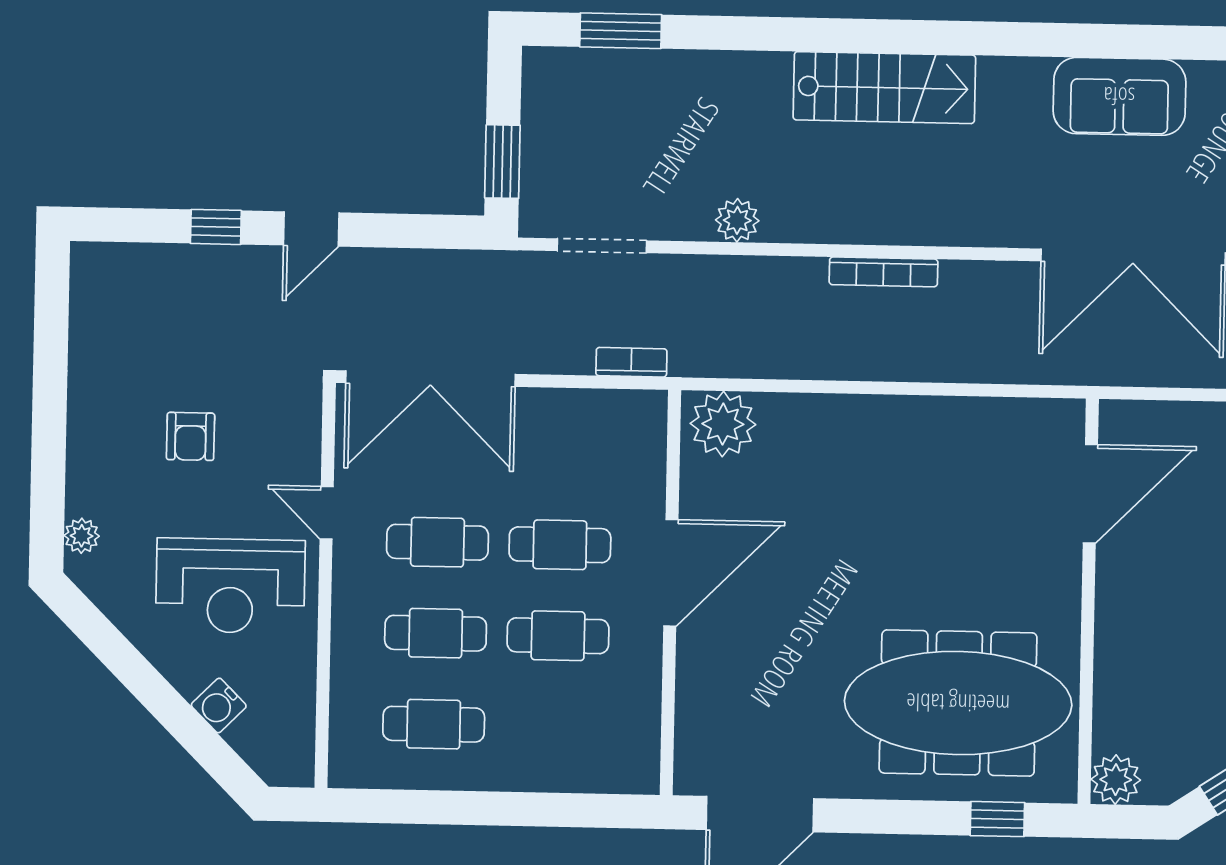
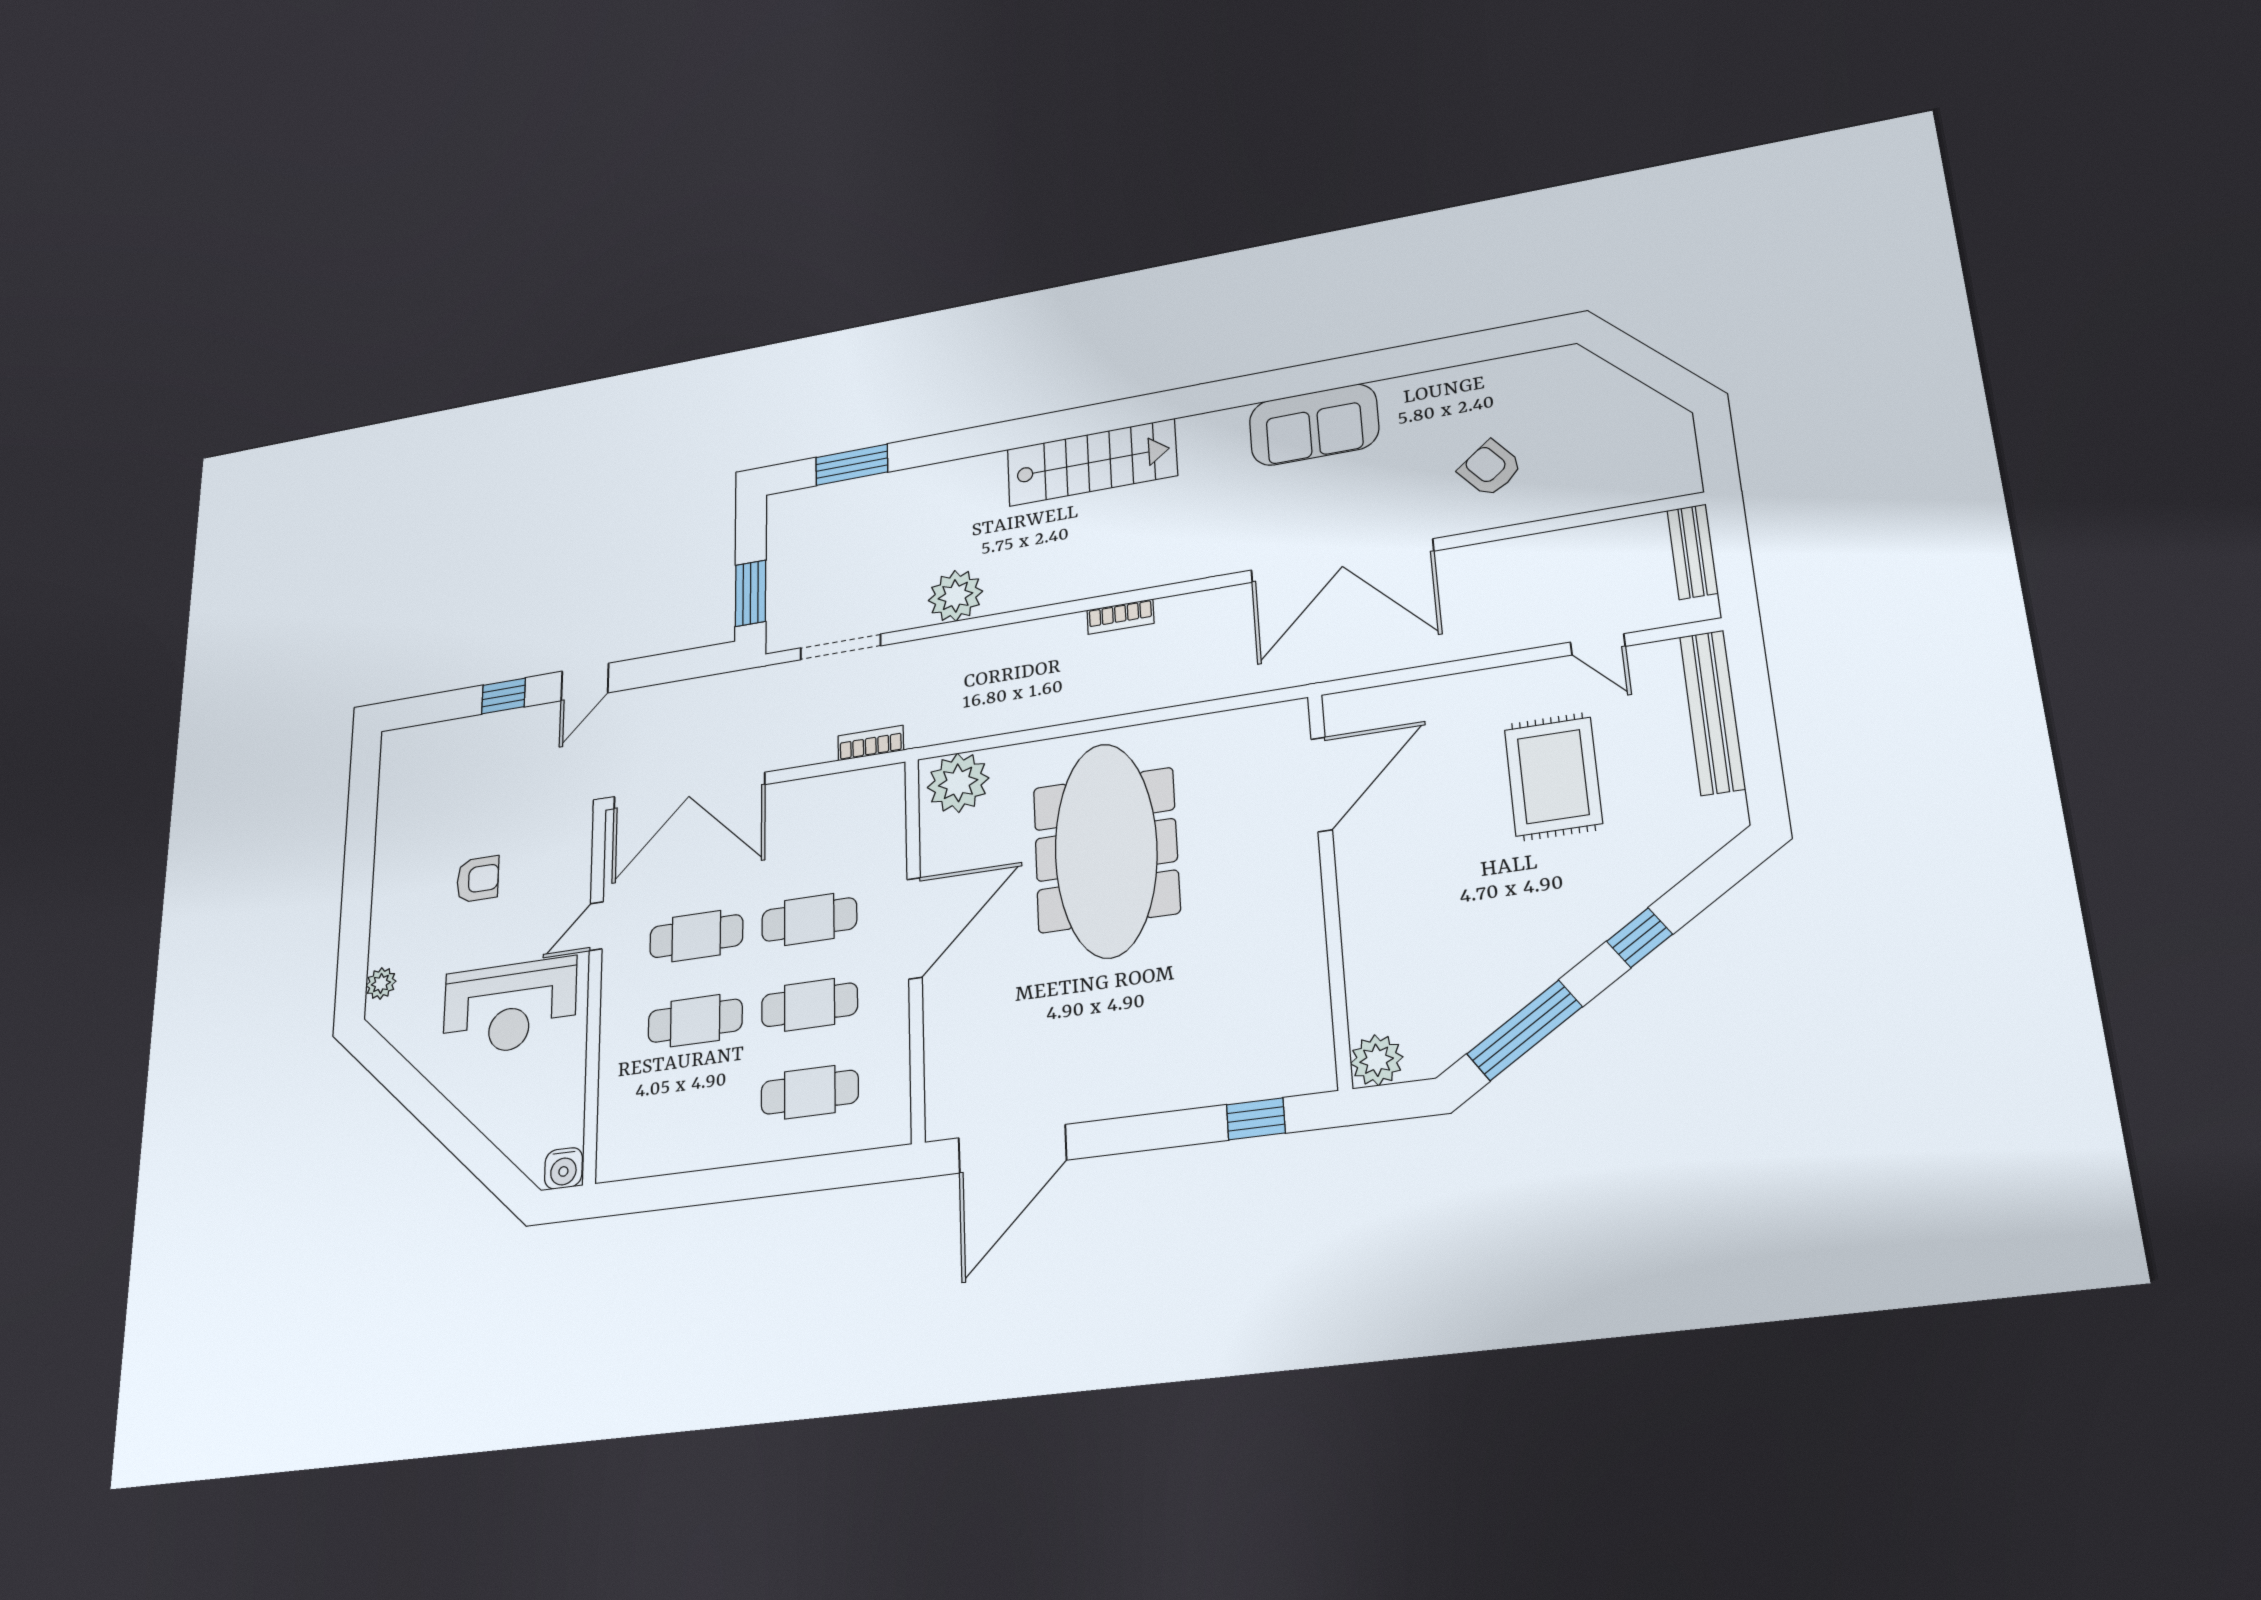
plant: (737, 220) -> (955, 596), width x1.36, depth x1.36
bookcase: (884, 272) -> (1120, 617), width x0.64
armchair: (191, 436) -> (478, 879), turned -90
door: (327, 513) -> (596, 926), hinge flipped
meeting table: (958, 703) -> (1106, 850), moved, turned 90
water cooler: (219, 706) -> (563, 1168), moved, turned -45
cafe table: (434, 724) -> (810, 1092), moved

